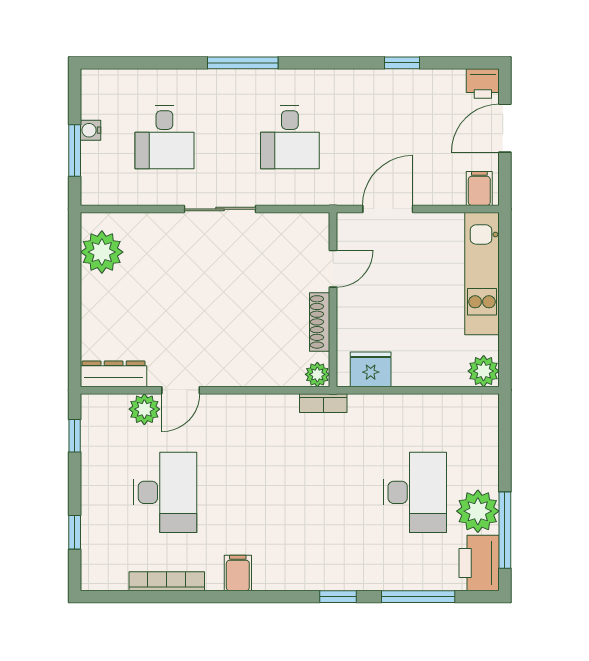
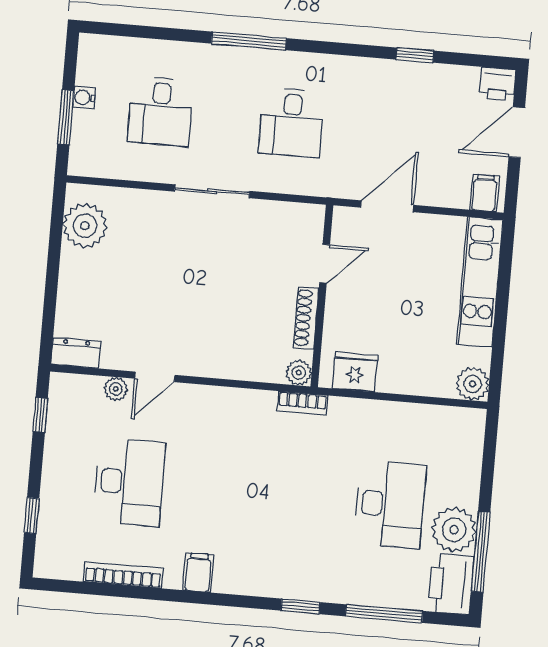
dresser: (114, 374) -> (76, 353), width x0.70
plant: (144, 409) -> (116, 389), width x0.73, depth x0.73

